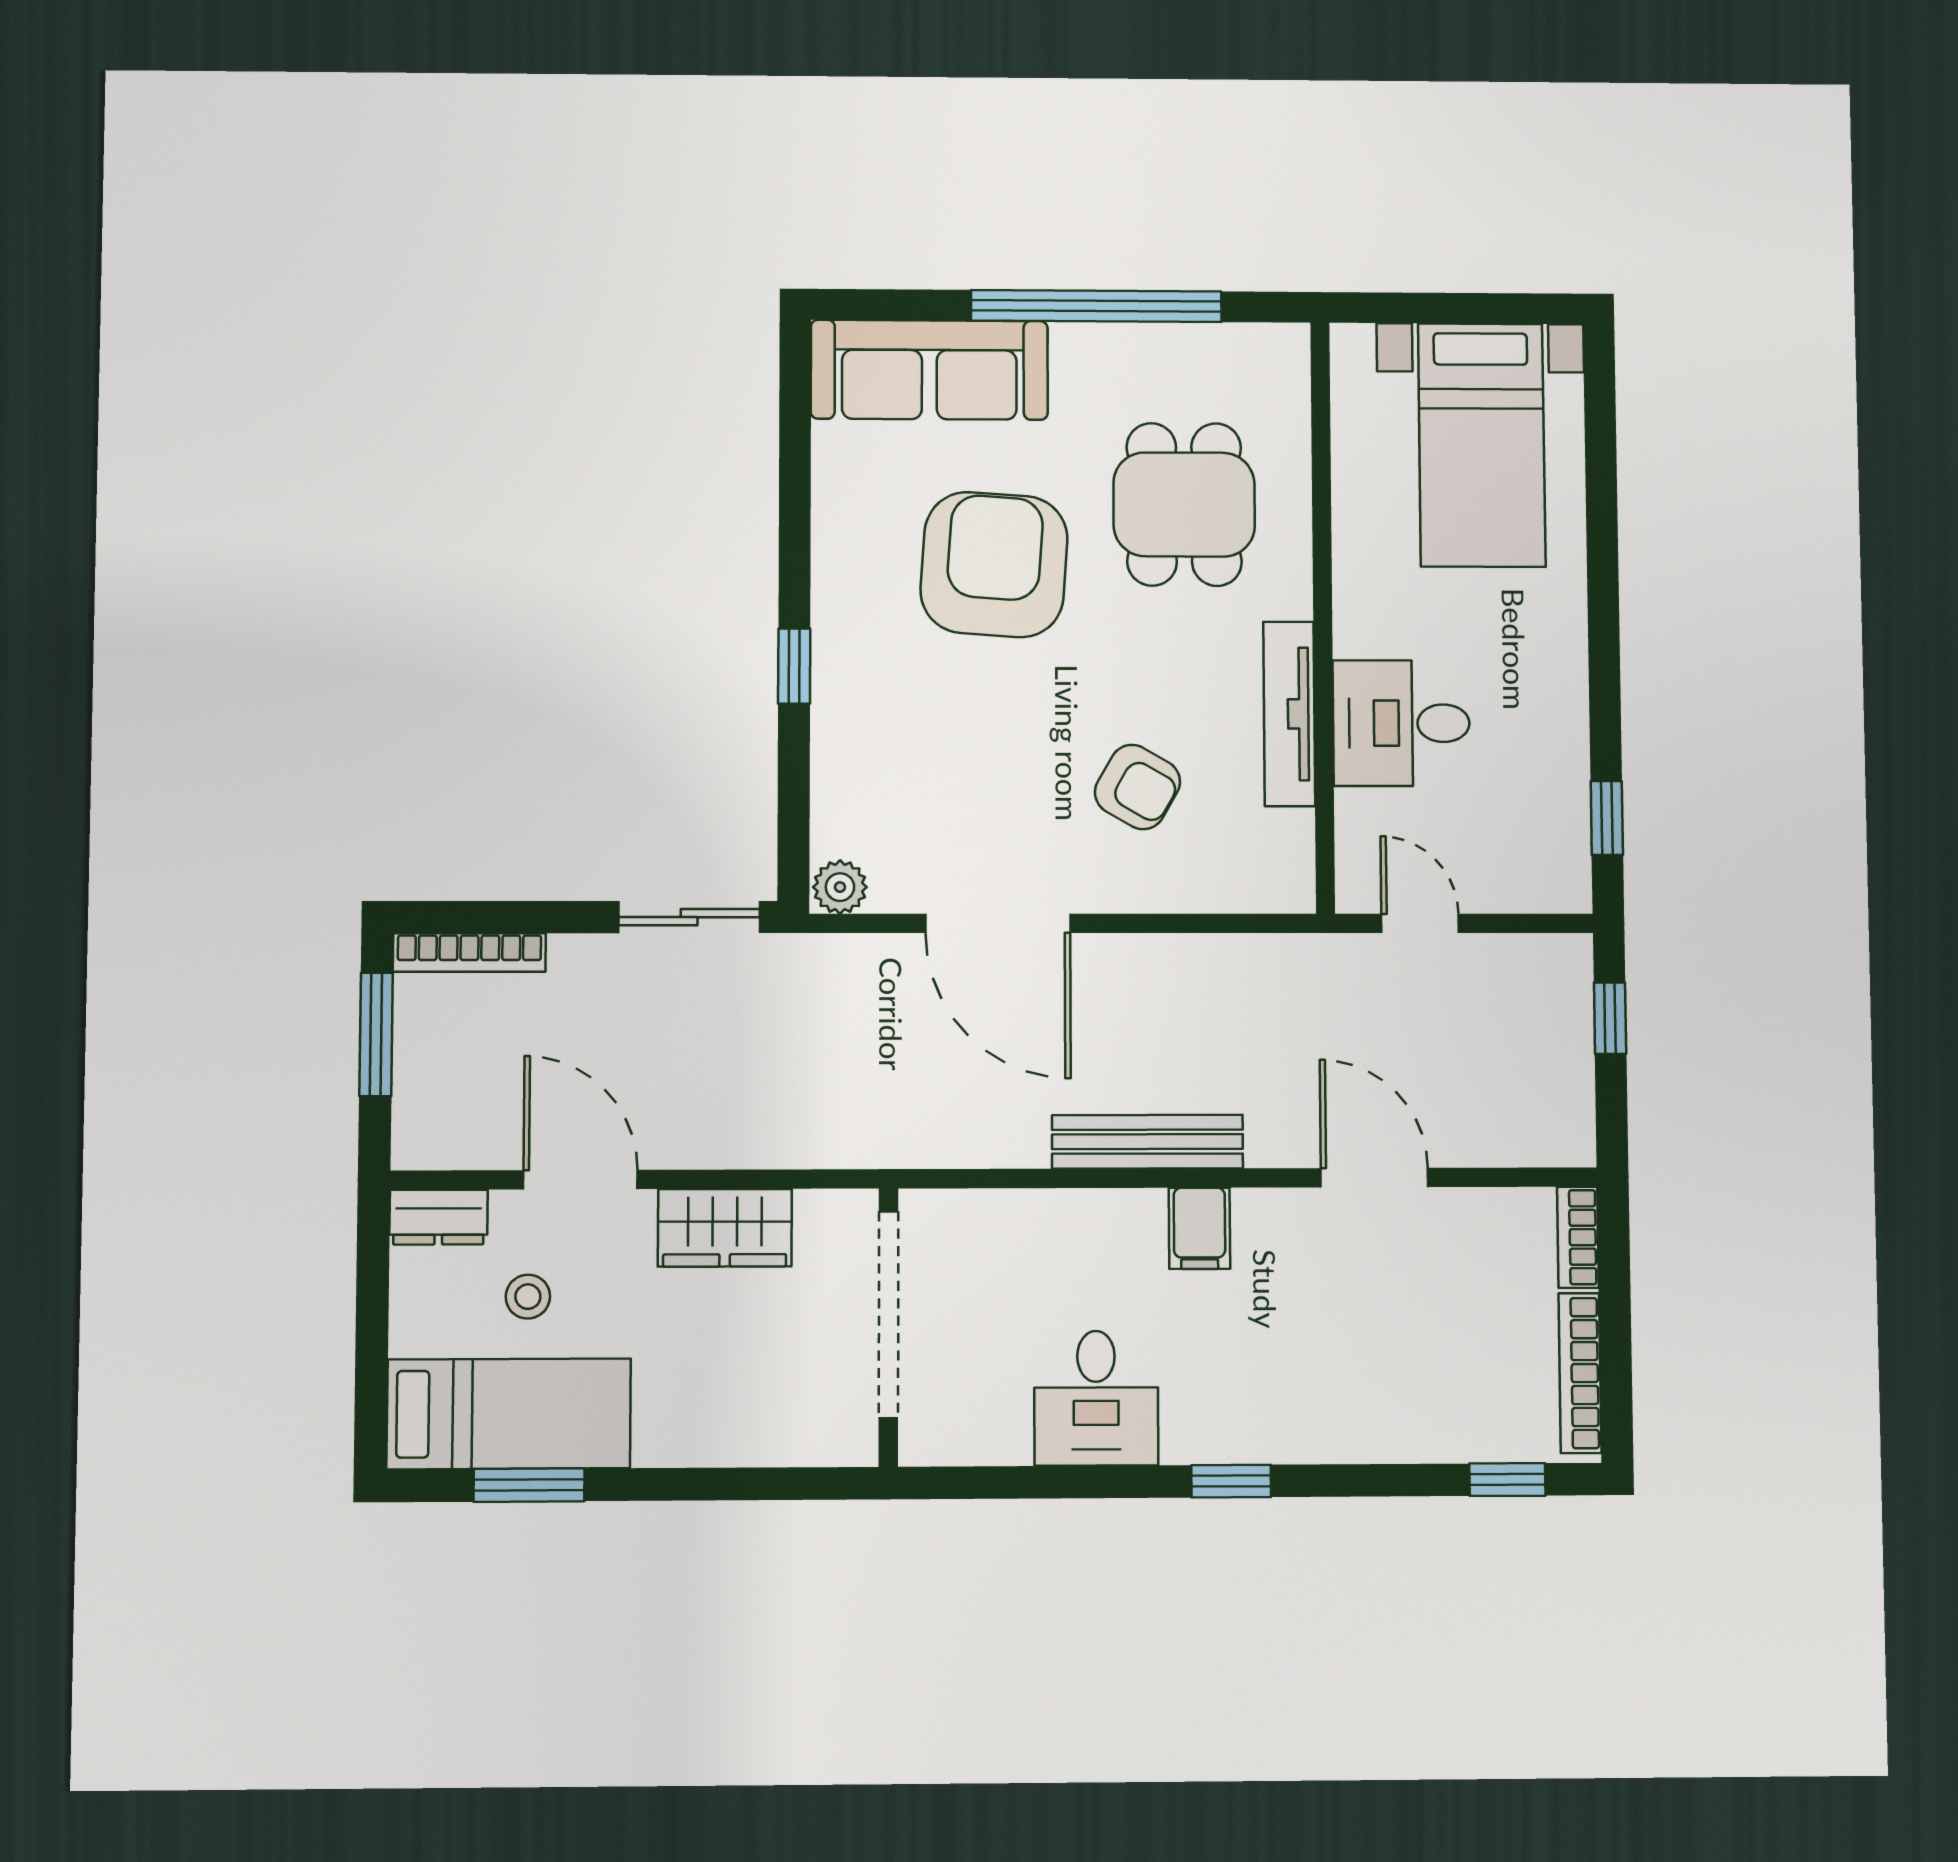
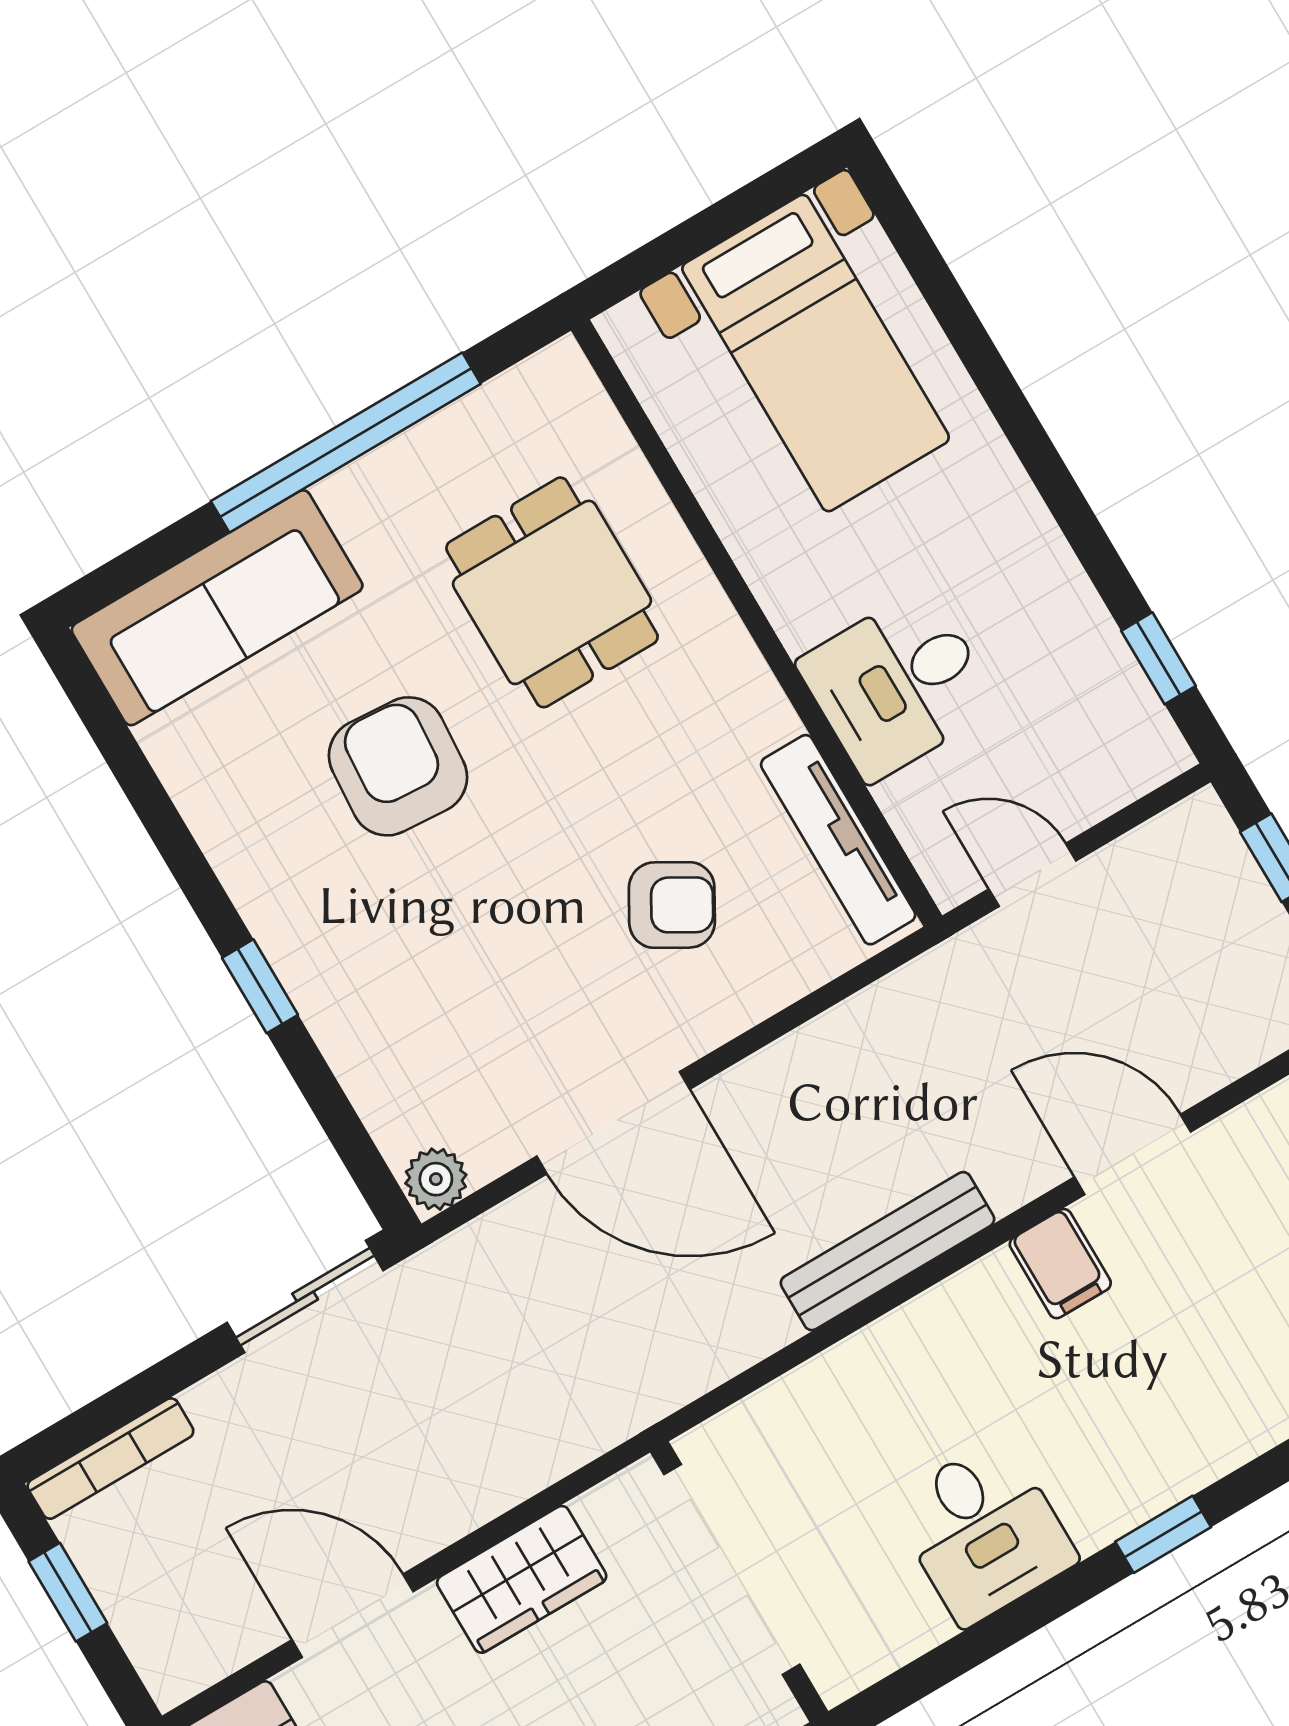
armchair: (994, 565) -> (398, 766), width x0.73, depth x0.73
tv unit: (1289, 714) -> (838, 840), moved
window: (376, 1034) -> (68, 1592), width x0.67
filing cabinet: (1199, 1228) -> (1060, 1264), moved

